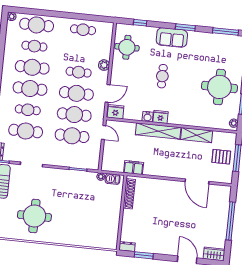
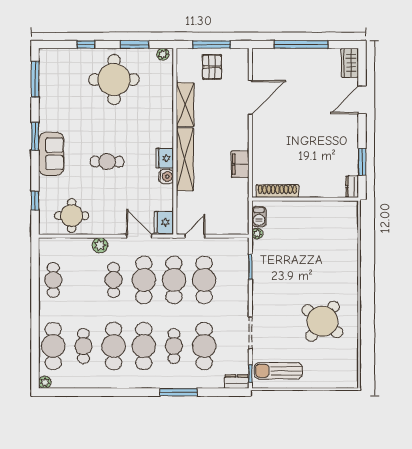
filing cabinet: (134, 168) -> (240, 164), moved
round table: (34, 216) -> (322, 321), turned 37

